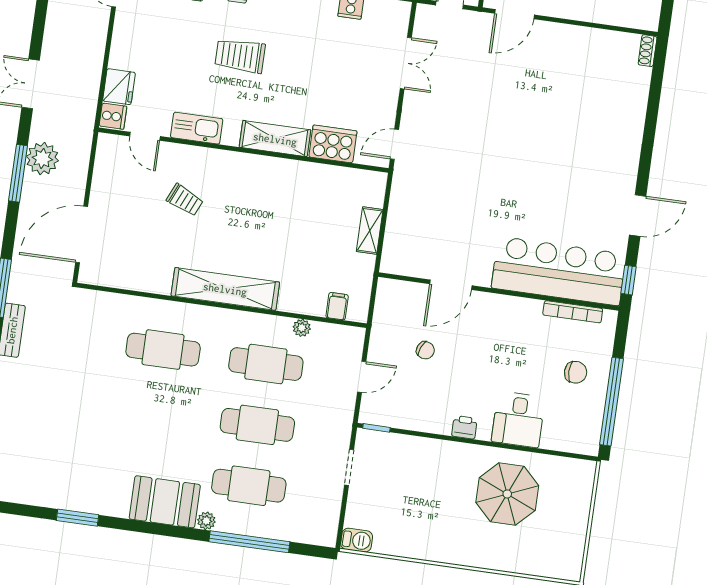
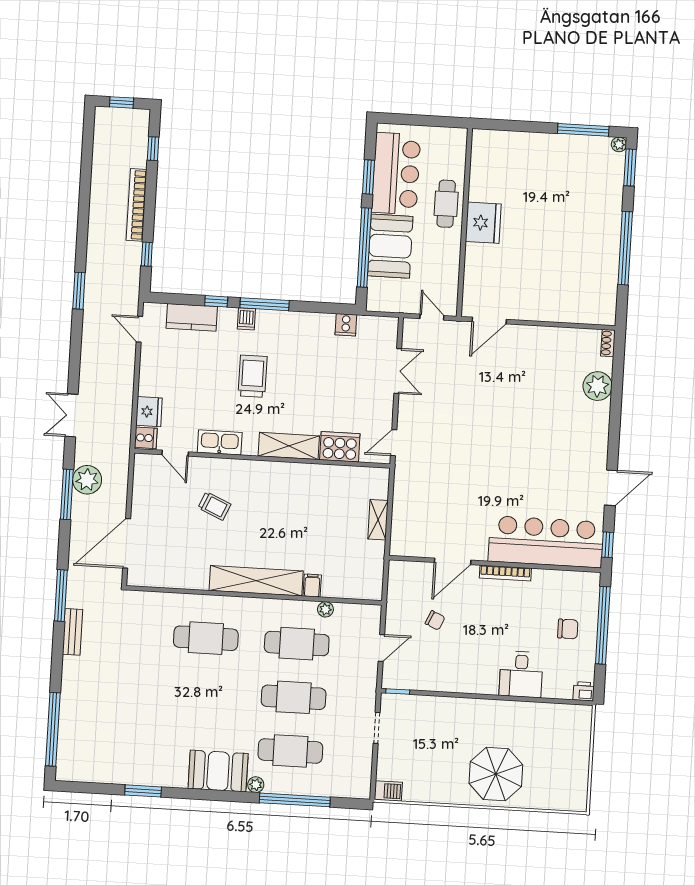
trolley: (240, 56) -> (253, 376), turned 90
plant: (632, 99) -> (598, 386), added
filing cabinet: (337, 306) -> (312, 586), moved
bookcase: (573, 312) -> (505, 573), moved
window: (611, 402) -> (603, 625), moved
printer: (464, 427) -> (584, 691), moved
parasol: (507, 494) -> (496, 774), moved

